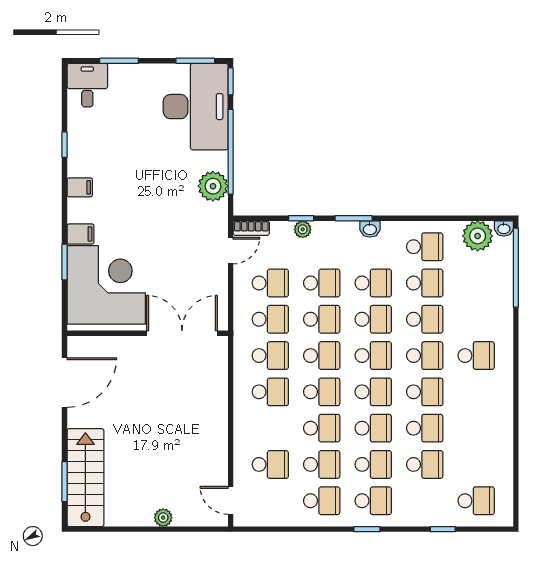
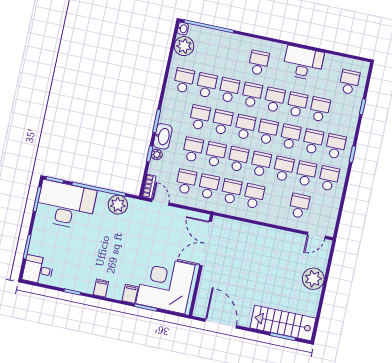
washbasin: (370, 229) -> (163, 136), moved, width x1.91, depth x1.45
desk: (490, 424) -> (303, 63), added
plant: (163, 518) -> (313, 279), width x1.88, depth x1.88

